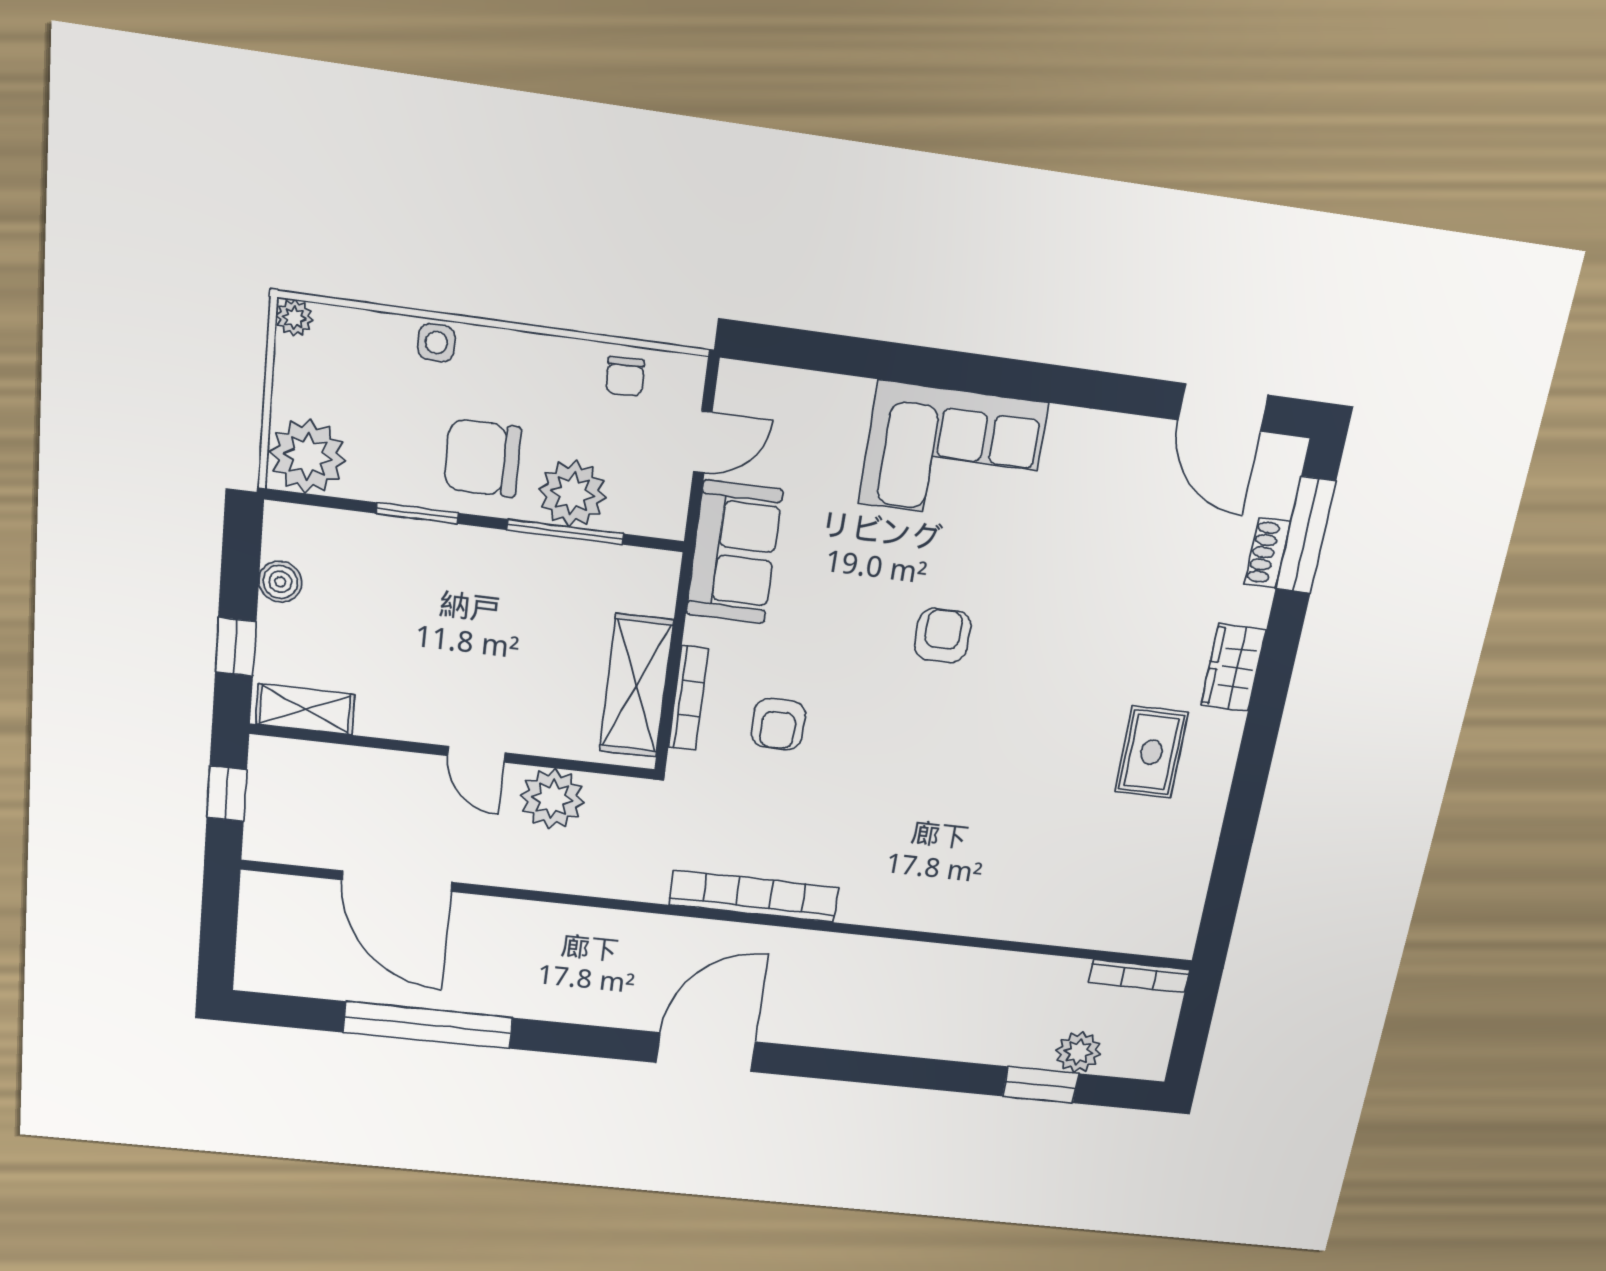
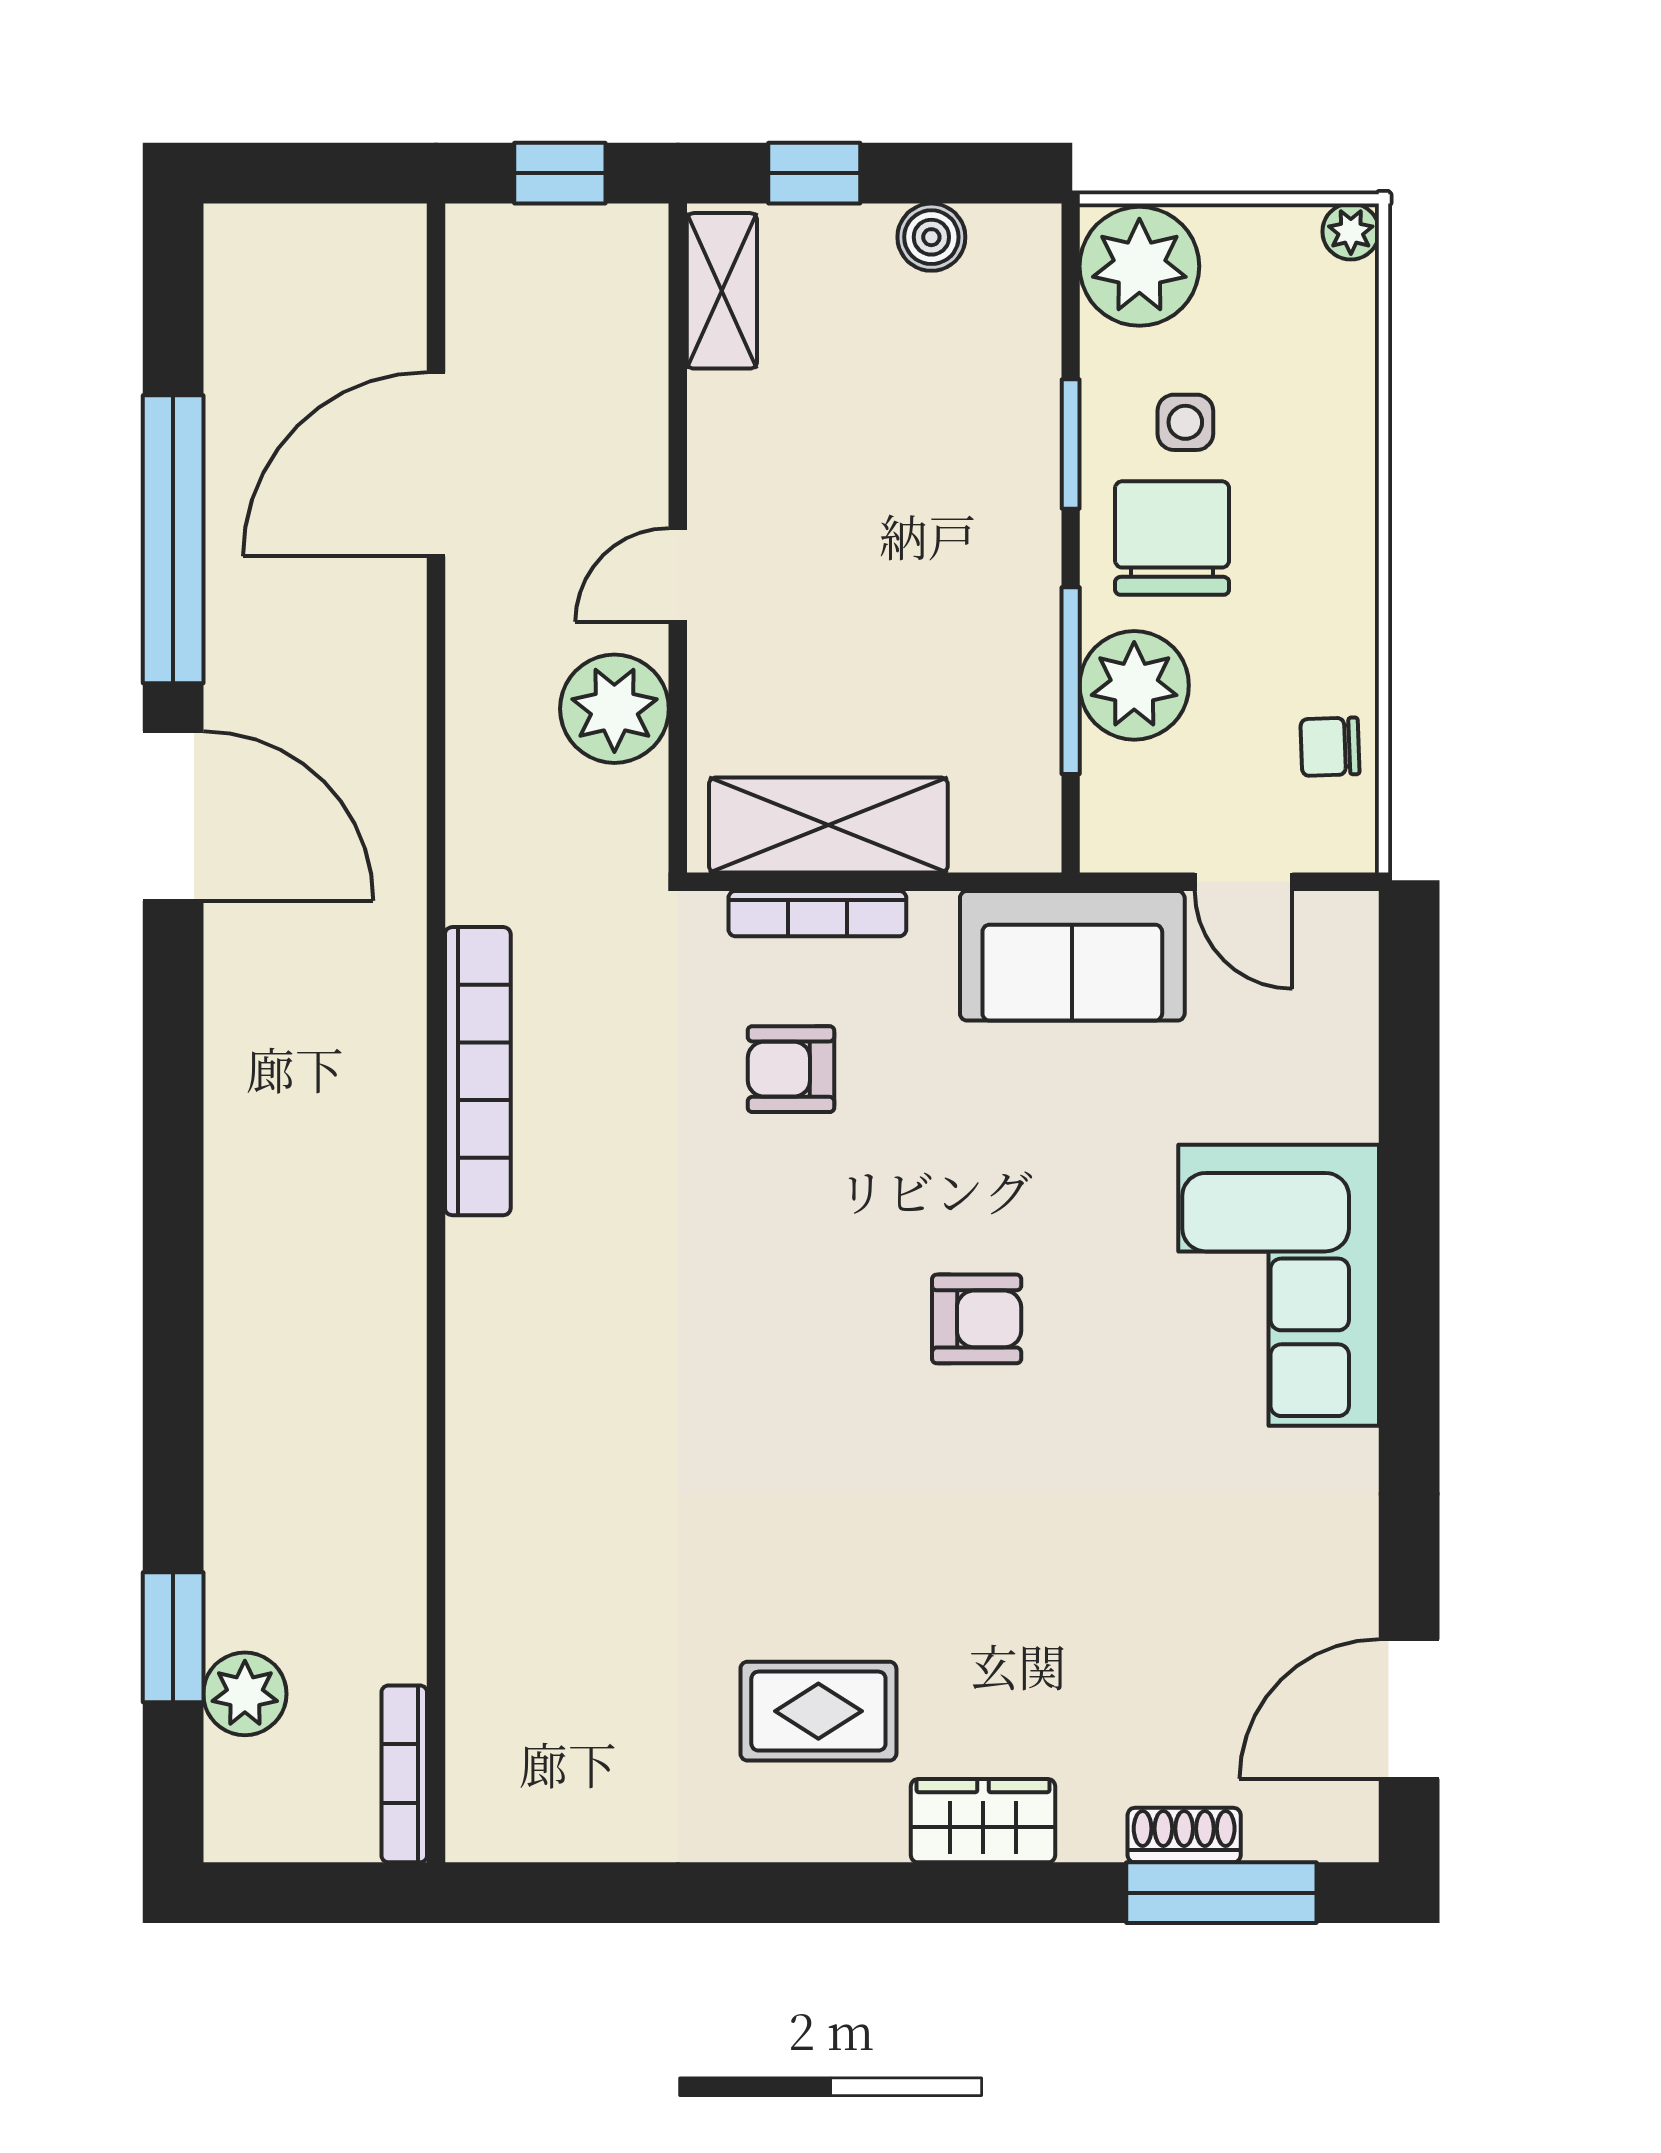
side table: (436, 343) -> (1185, 422), moved
door: (706, 1052) -> (173, 816), moved

